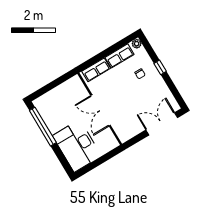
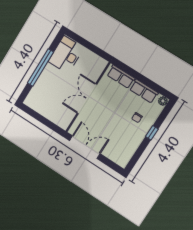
double door: (162, 124) -> (85, 147), moved
window: (43, 127) -> (40, 68), moved
desk: (77, 146) -> (66, 55), moved, width x0.73, depth x0.77

